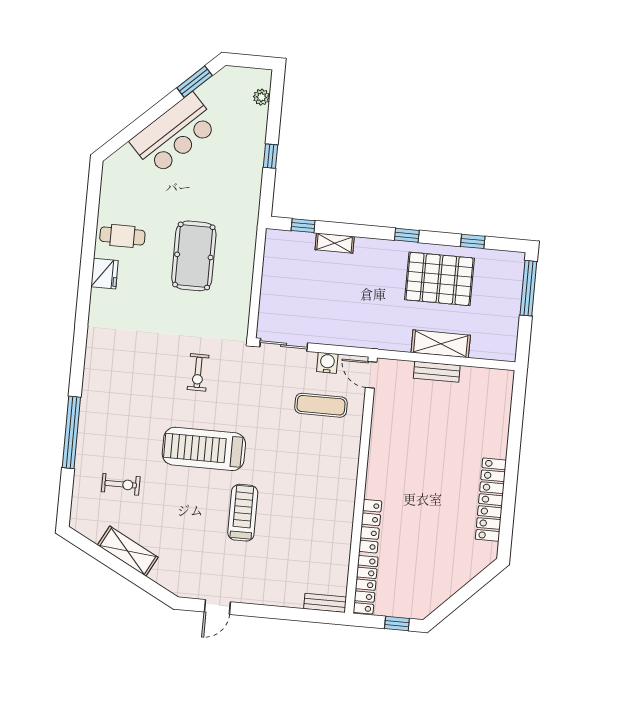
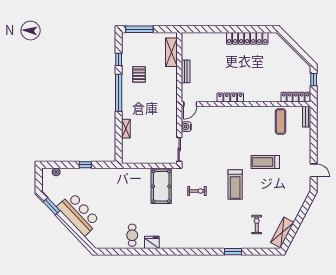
window: (303, 226) -> (119, 145), removed
window: (407, 235) -> (119, 93), width x3.17
pool table: (194, 256) -> (161, 186), moved, turned 90
pallet: (439, 279) -> (139, 74), width x0.49, depth x0.50
shelving: (441, 344) -> (171, 52), moved
exercise mat: (321, 405) -> (281, 121), moved
window: (71, 432) -> (233, 252), width x0.47
treadmill: (204, 449) -> (235, 185), width x0.73, depth x0.73
locker: (370, 526) -> (230, 98), moved
shelving: (128, 551) -> (282, 232), moved

